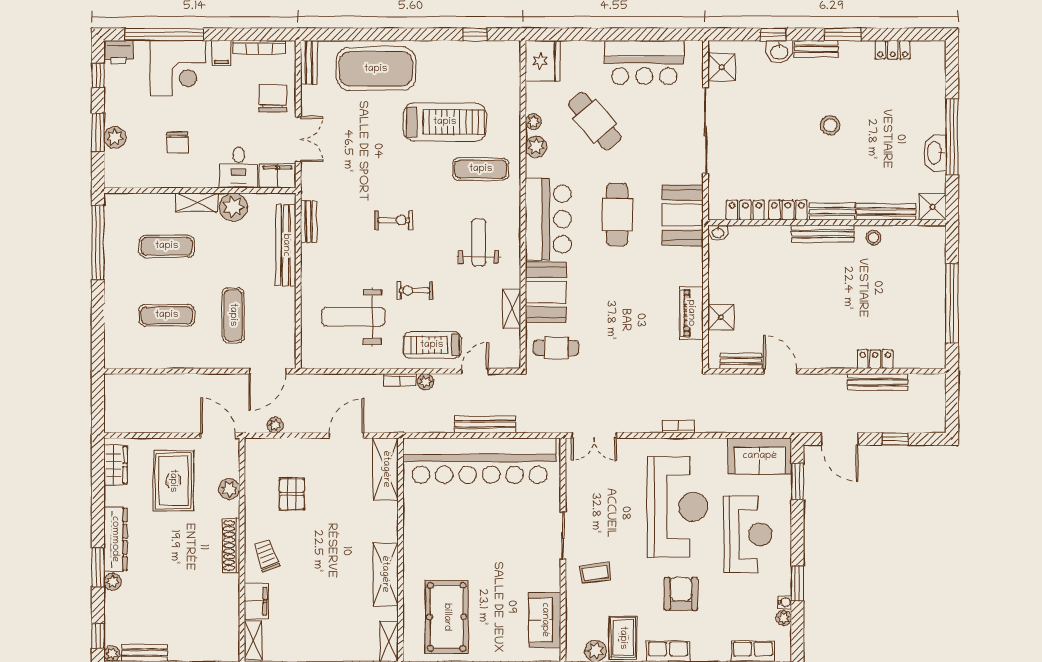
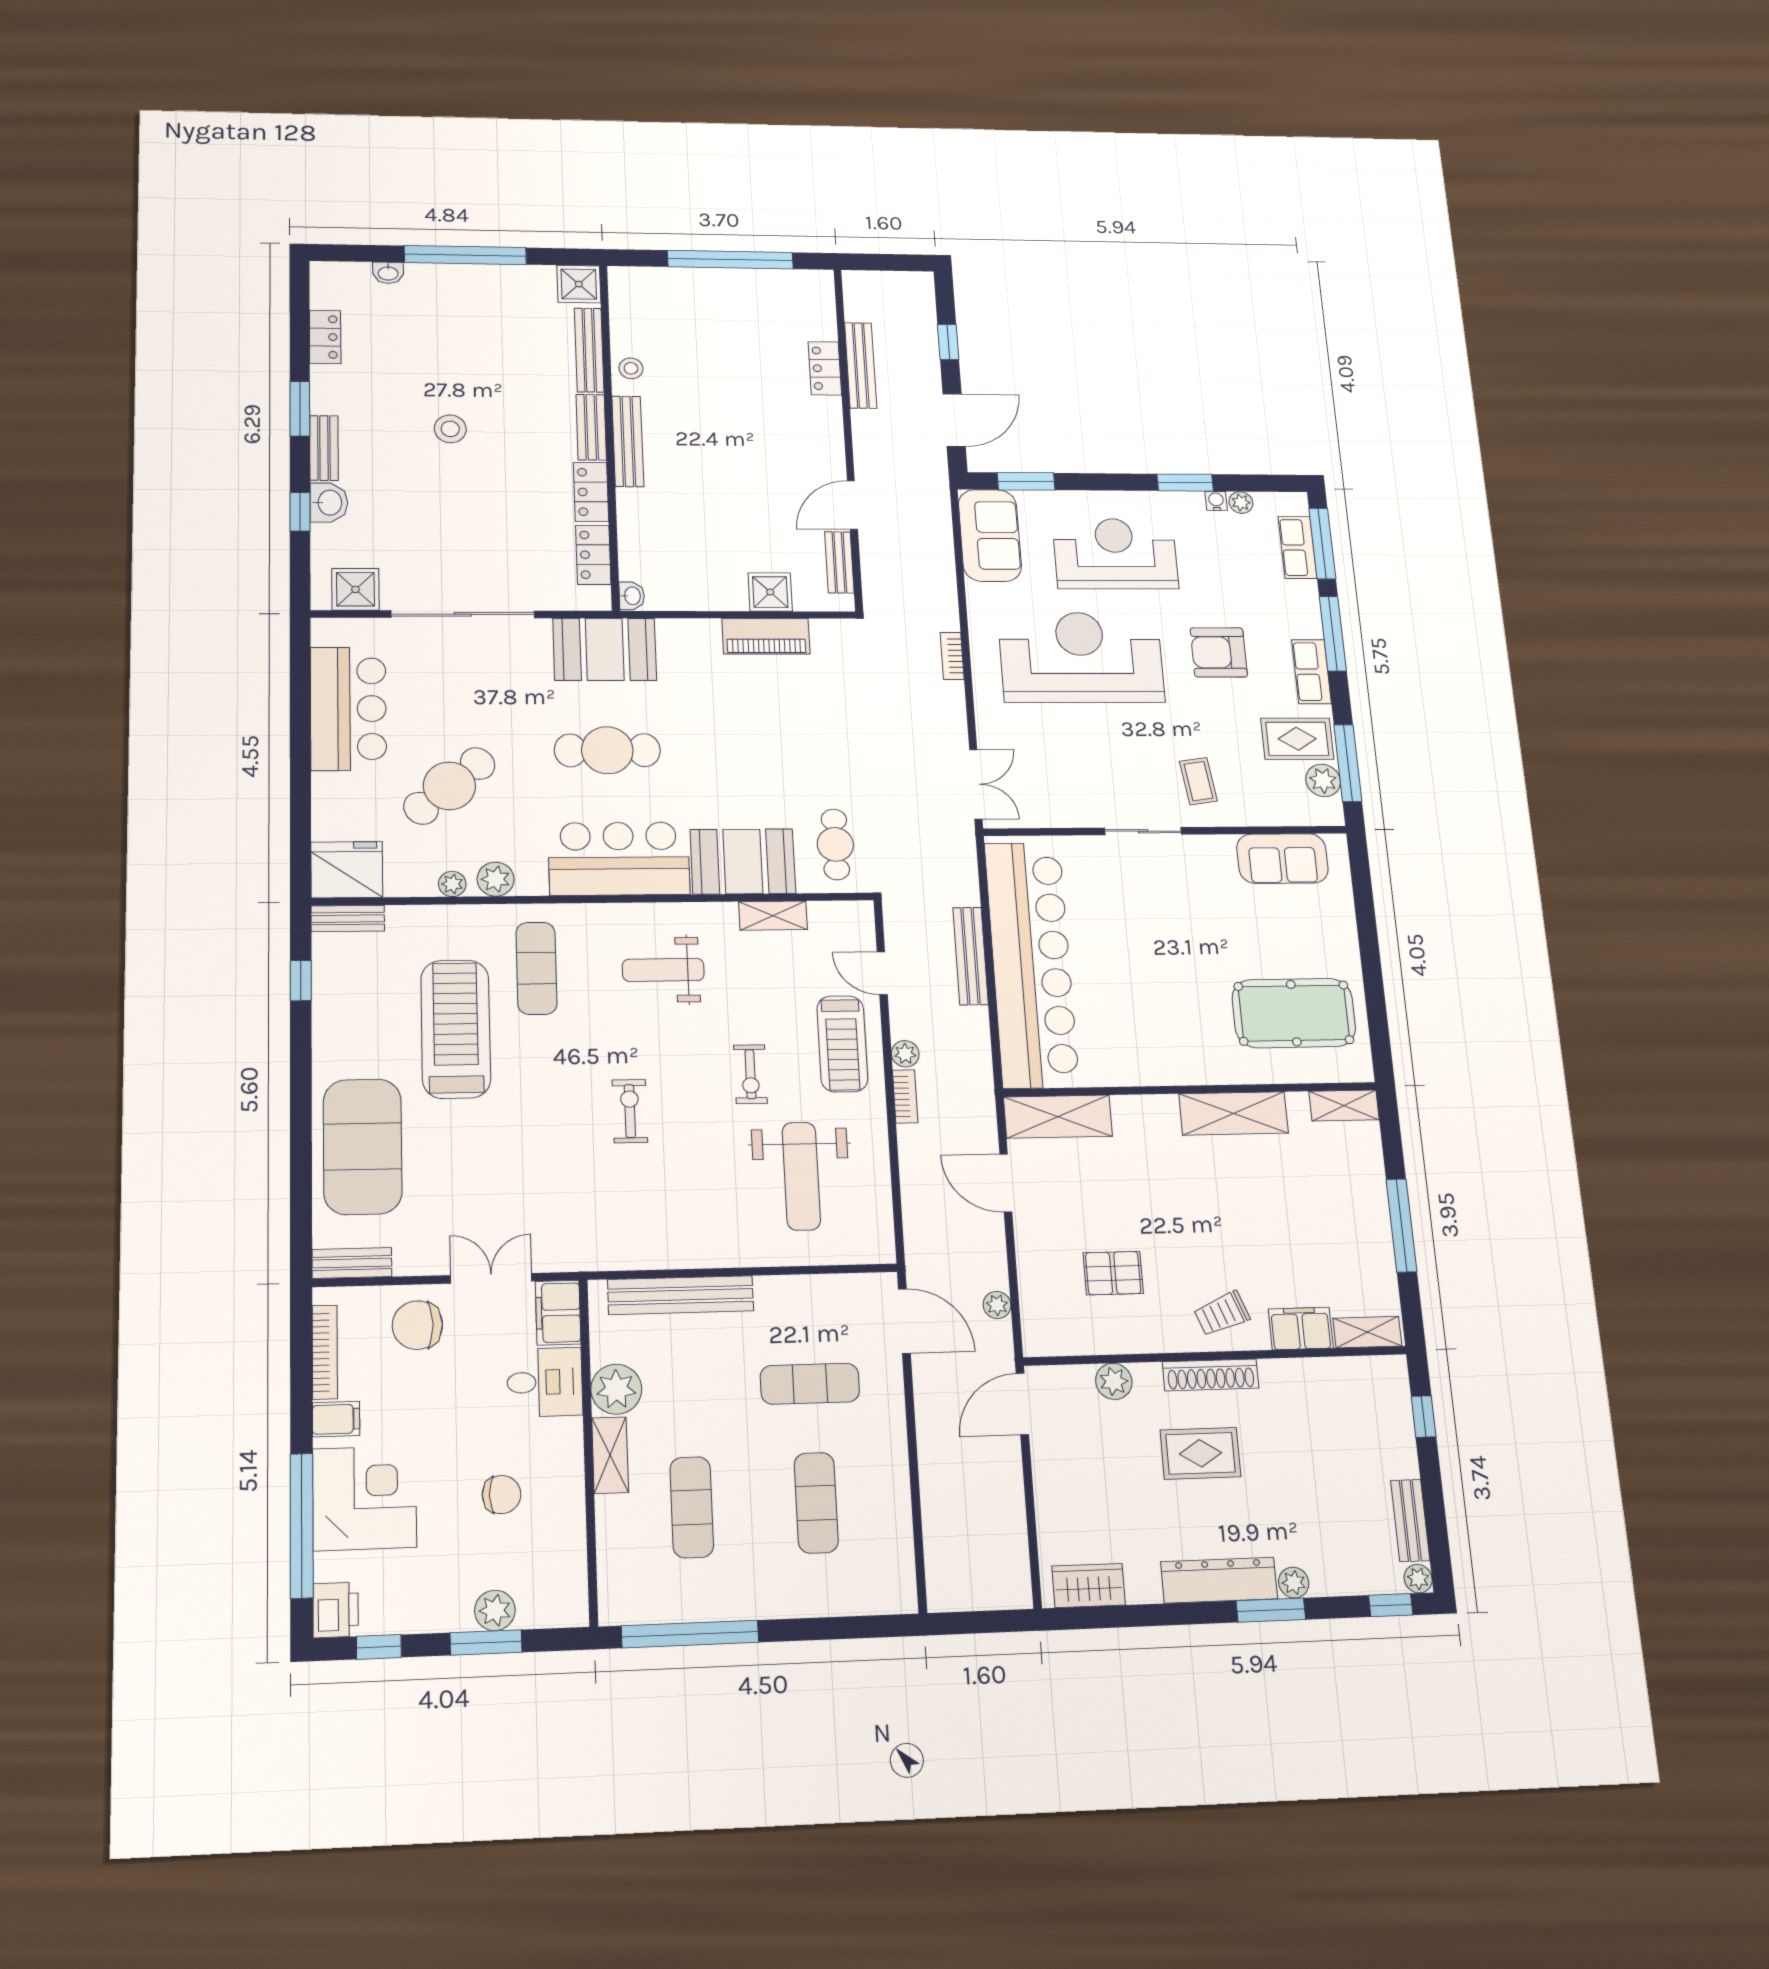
washbasin: (935, 153) -> (388, 273), moved, width x0.52, depth x0.69
bench: (309, 222) -> (348, 919), moved
rug: (173, 481) -> (1200, 1453), moved, width x0.73, depth x0.70

